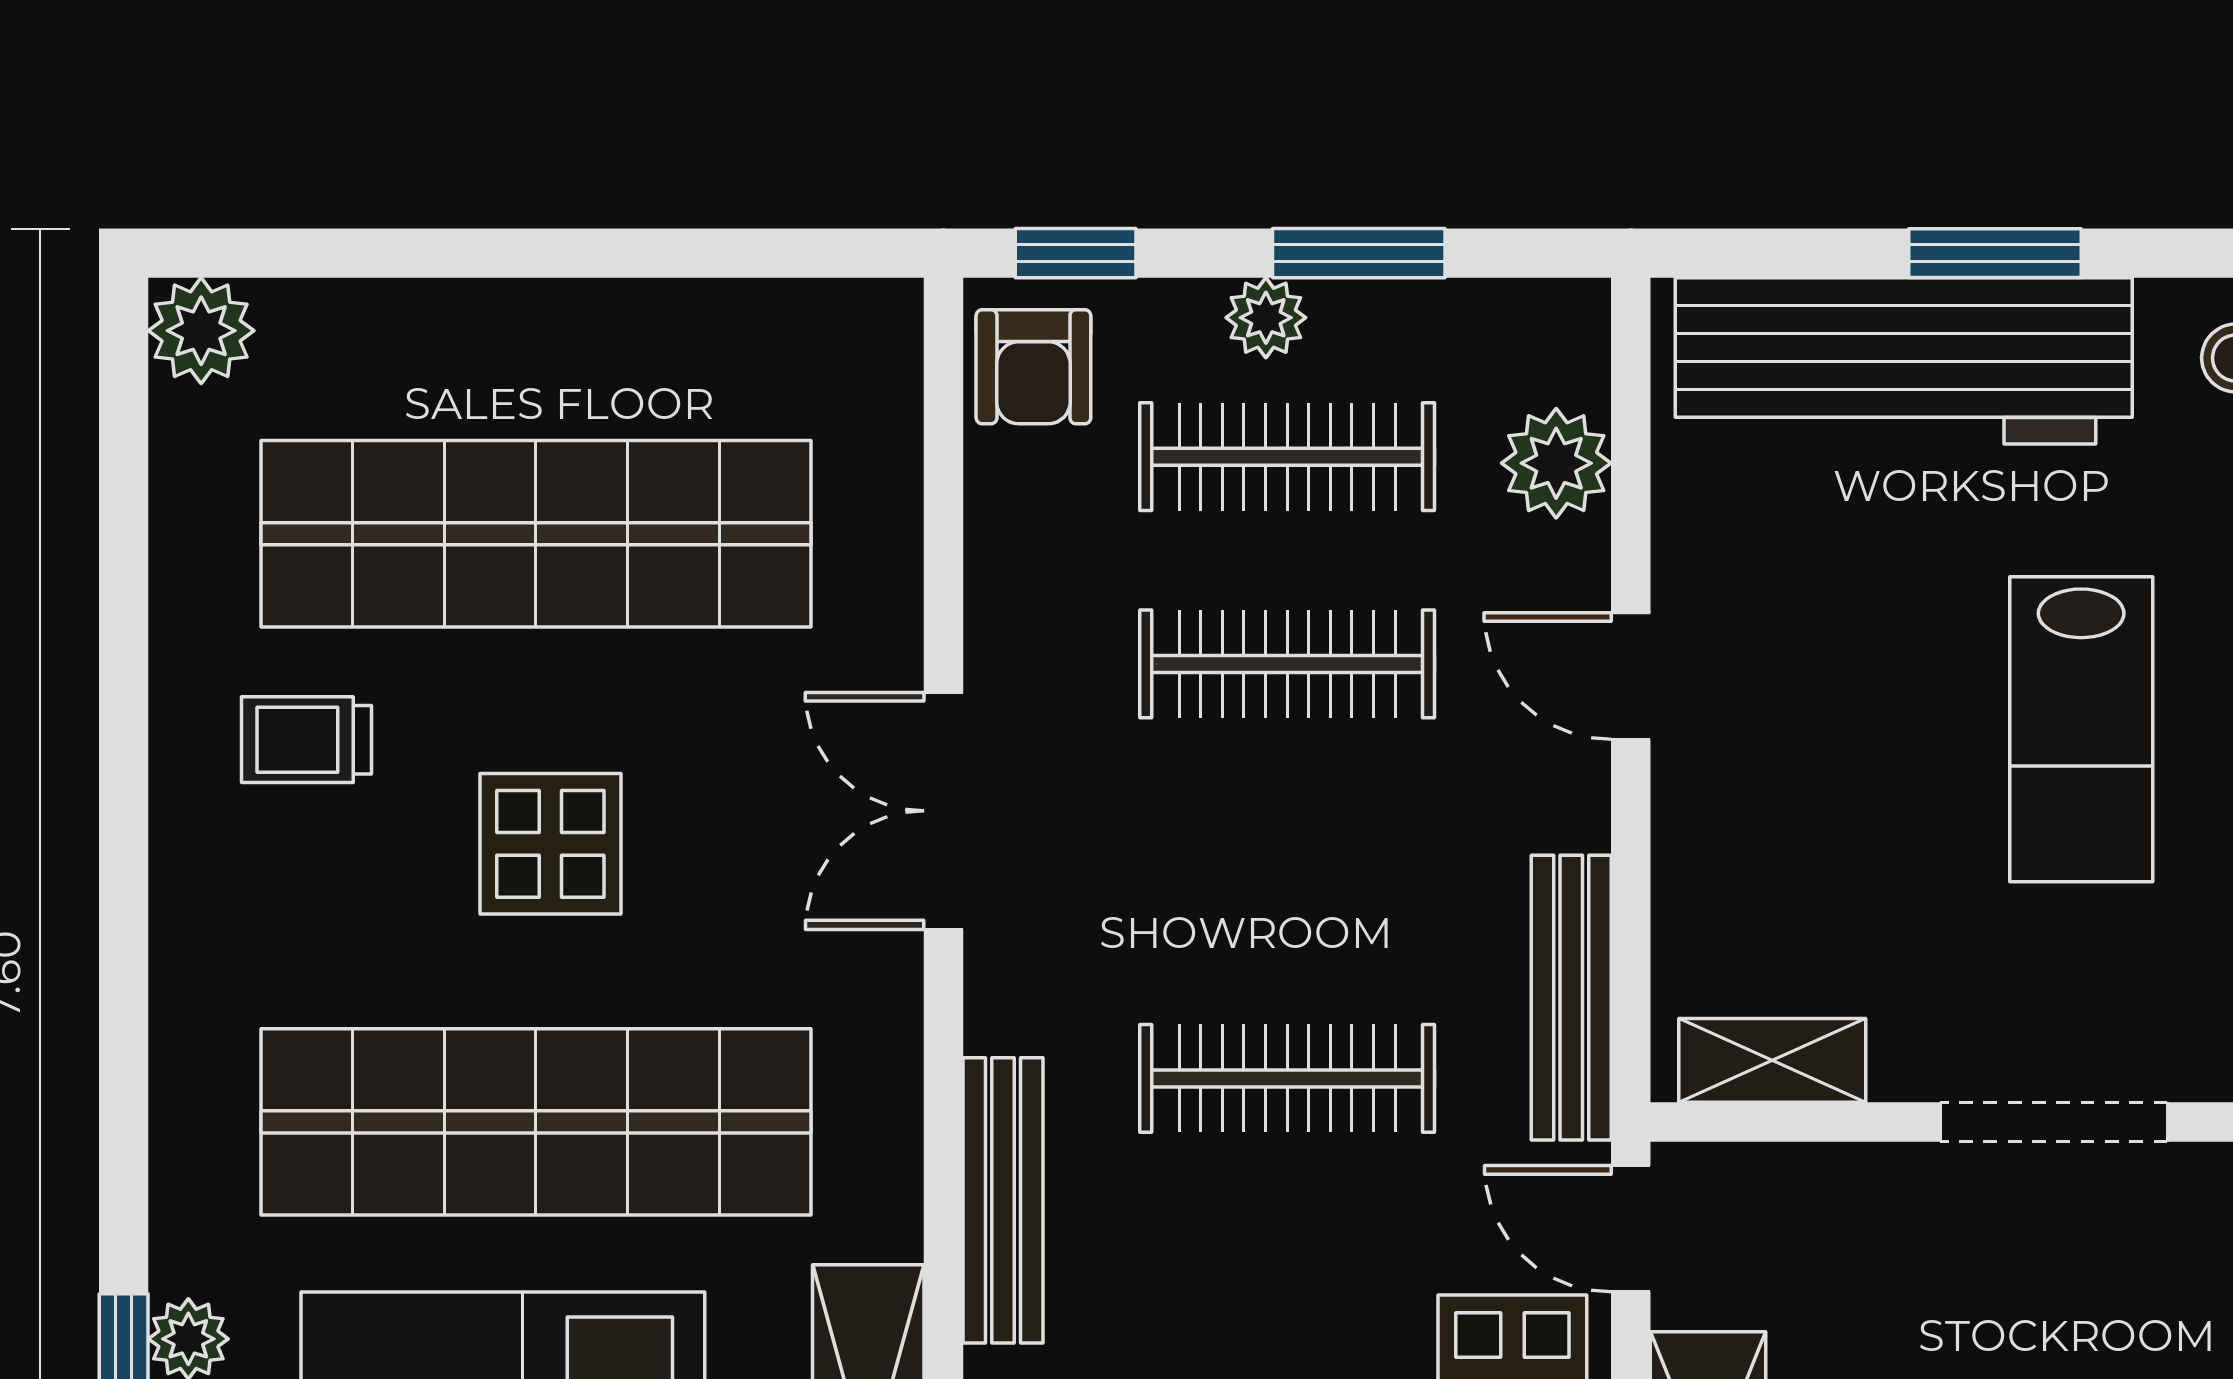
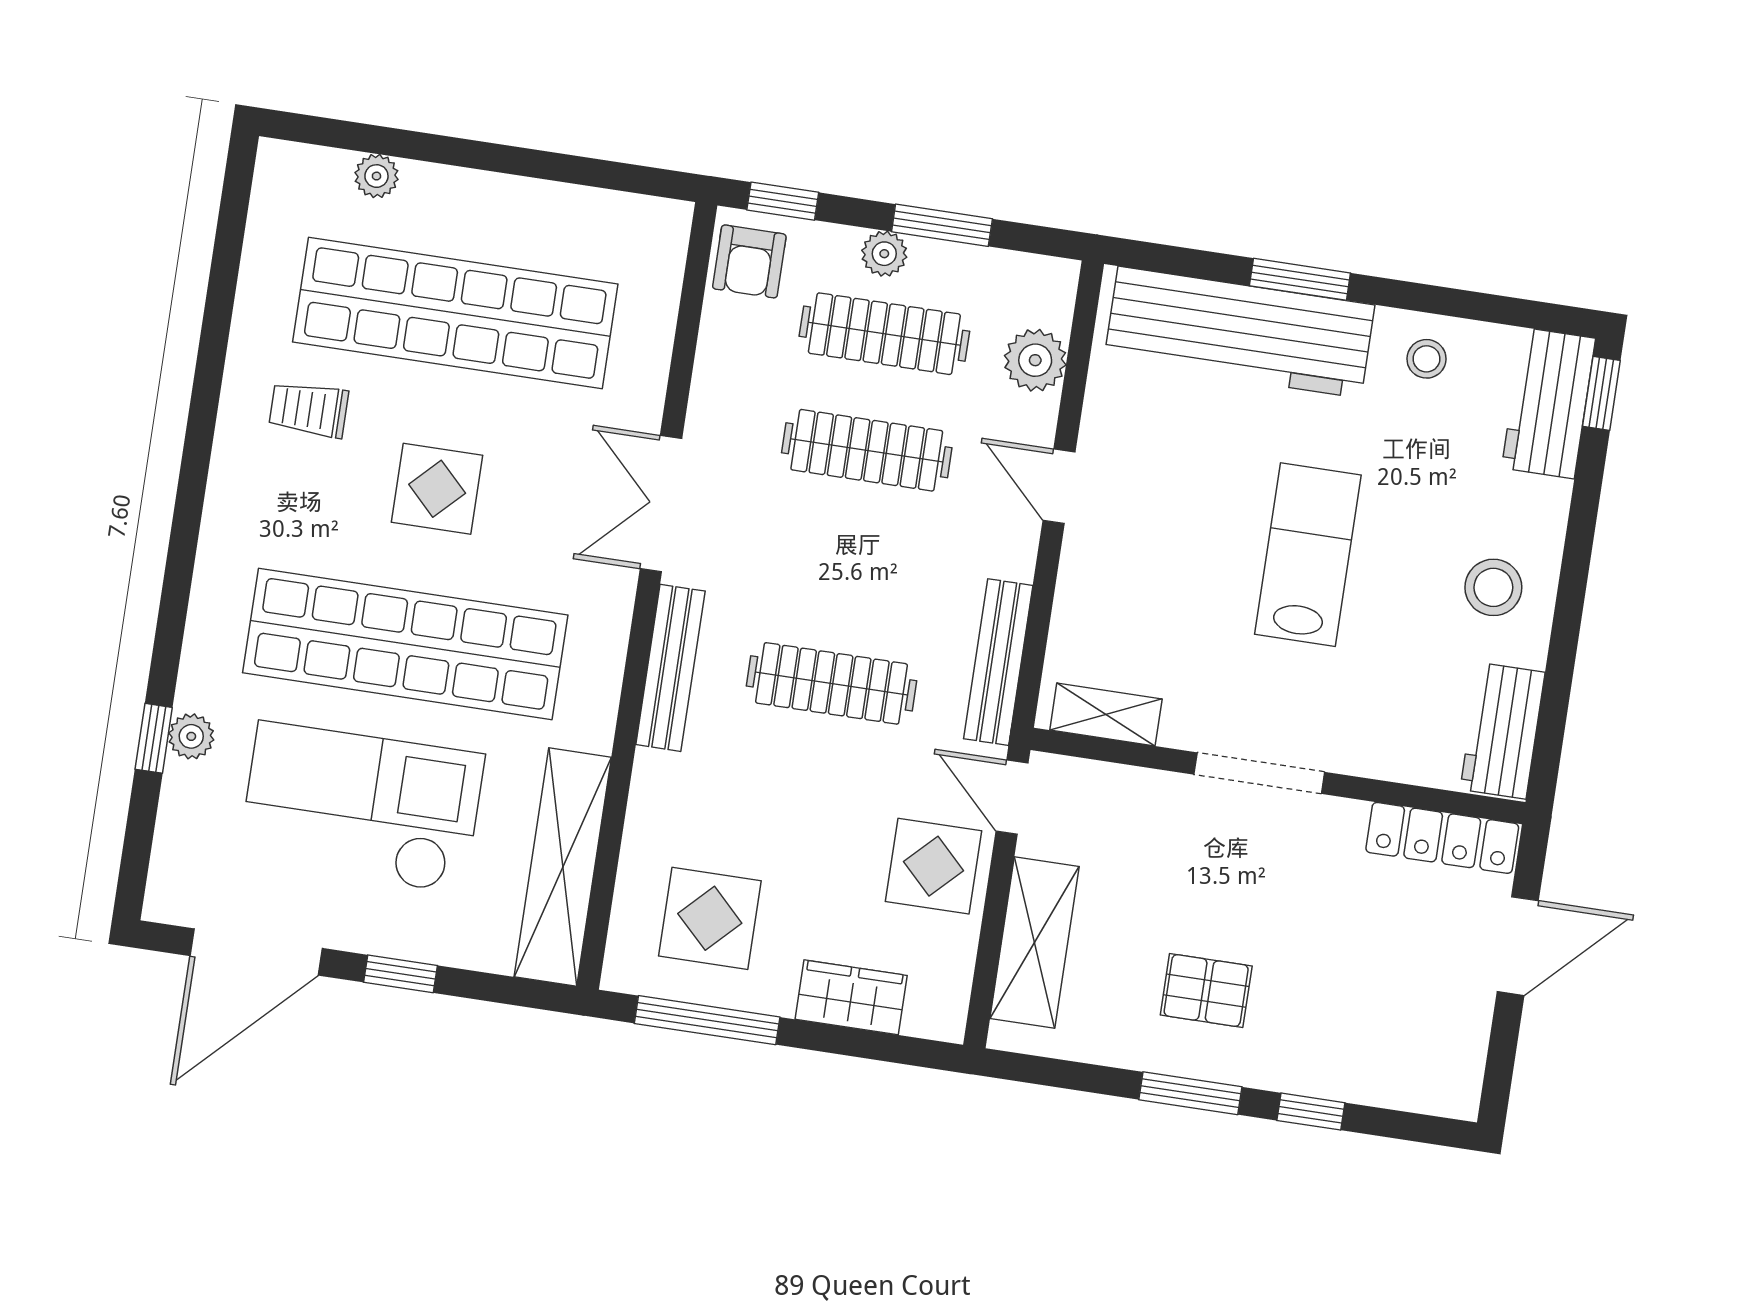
plant: (201, 331) -> (376, 176), moved, width x0.73, depth x0.73
lab bench: (2081, 729) -> (1308, 555), turned 180
bench: (1003, 1200) -> (670, 668), moved

